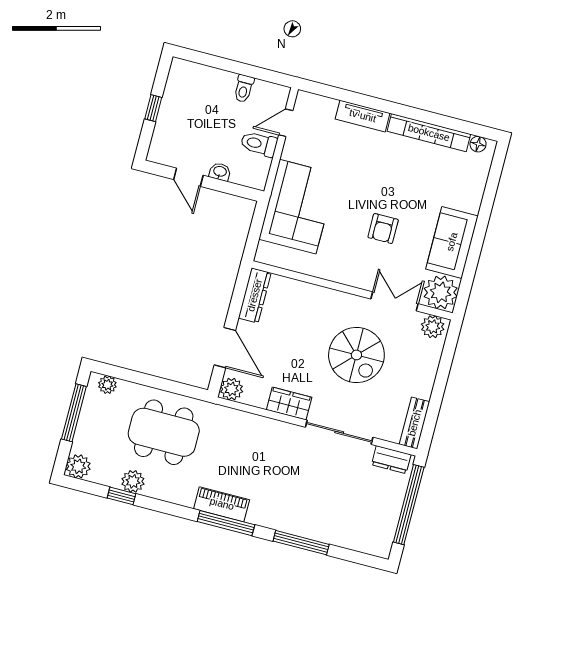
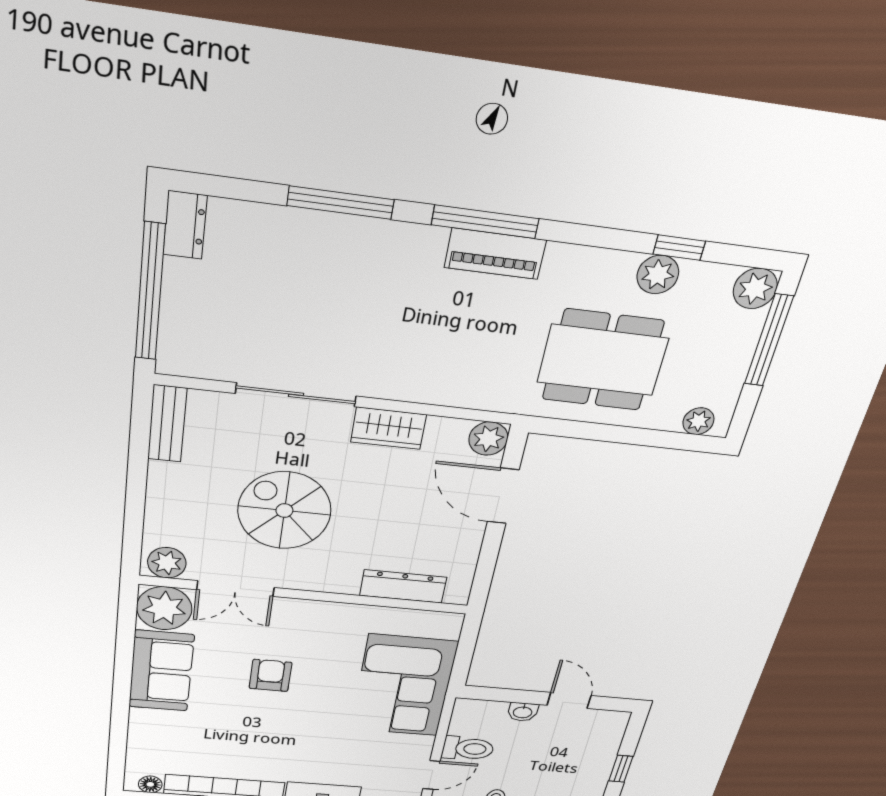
dresser: (255, 295) -> (403, 586), moved, turned 90
window: (74, 413) -> (769, 340), moved
dresser: (391, 460) -> (185, 225), moved, turned 90

